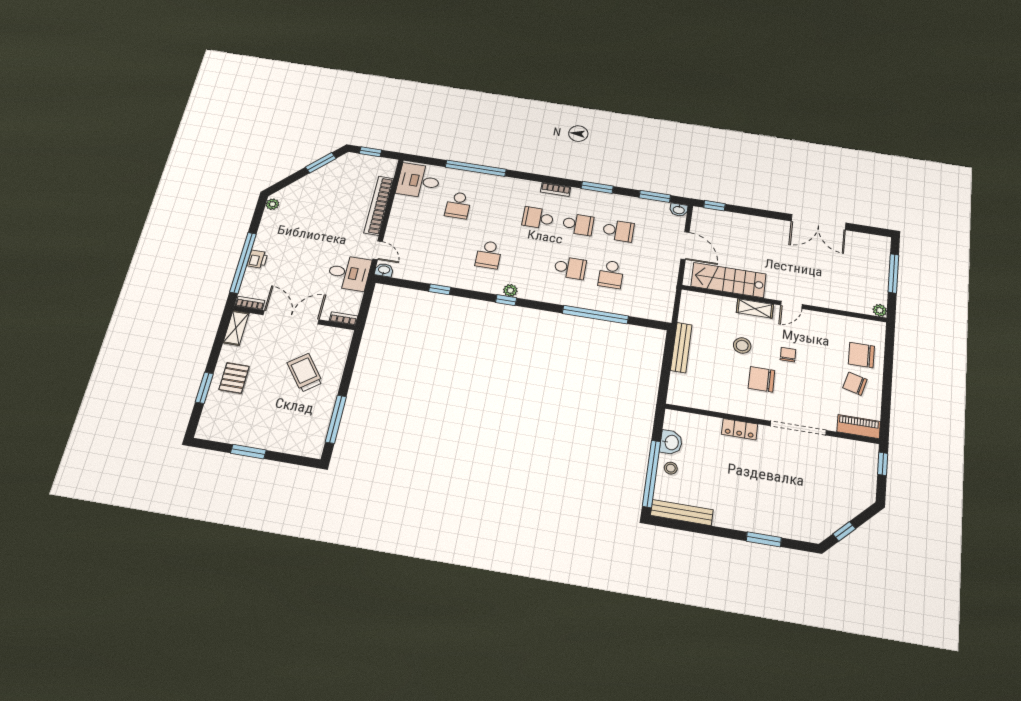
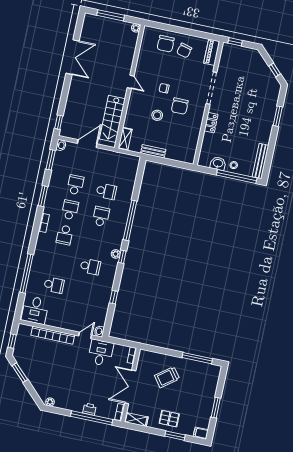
shelving: (755, 308) -> (125, 139), moved
window: (595, 315) -> (130, 220), moved
bench: (681, 348) -> (153, 151), width x0.73
filing cabinet: (205, 429) -> (201, 433), added

